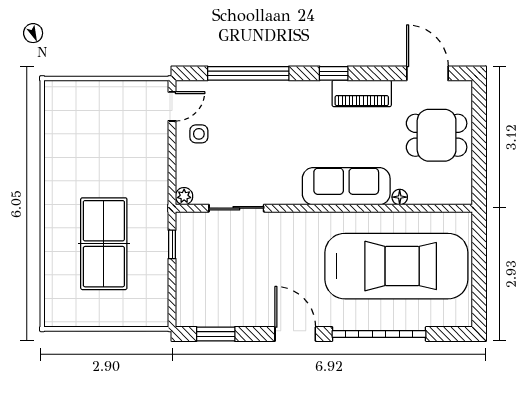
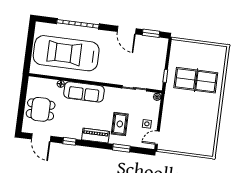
window: (248, 73) -> (121, 148), width x0.47
window: (334, 73) -> (69, 141), moved
piano: (362, 93) -> (96, 136), moved
rug: (258, 126) -> (120, 124), added
table tennis table: (104, 244) -> (196, 80), turned 90
door: (295, 334) -> (127, 30), moved

